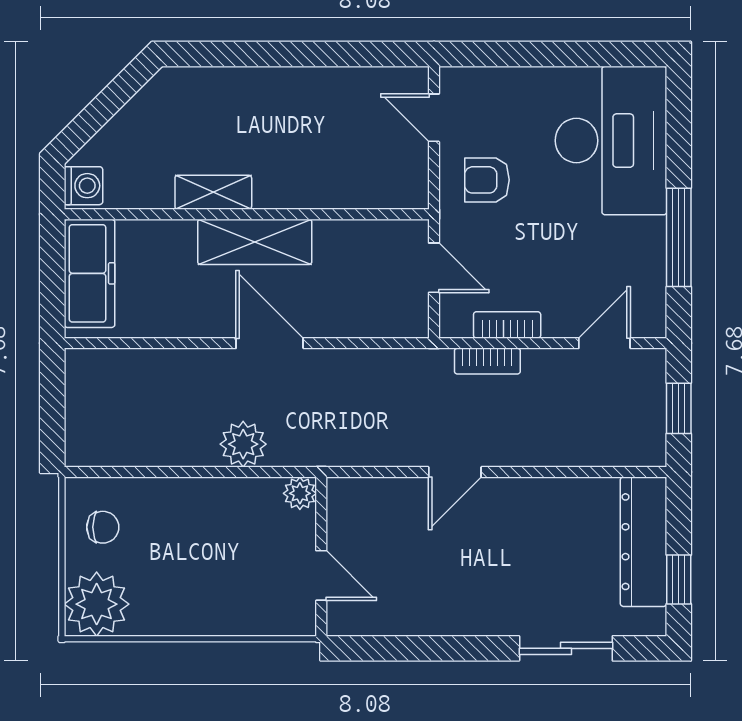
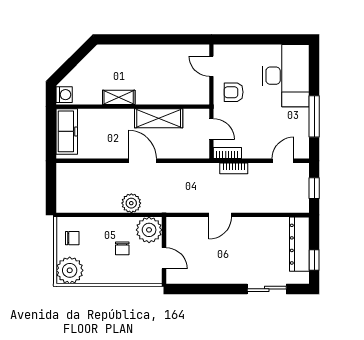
shelving: (255, 242) -> (159, 118), moved
bookcase: (507, 325) -> (227, 153), moved
plant: (300, 493) -> (149, 230), width x1.87, depth x1.87
chair: (222, 552) -> (122, 248), added

